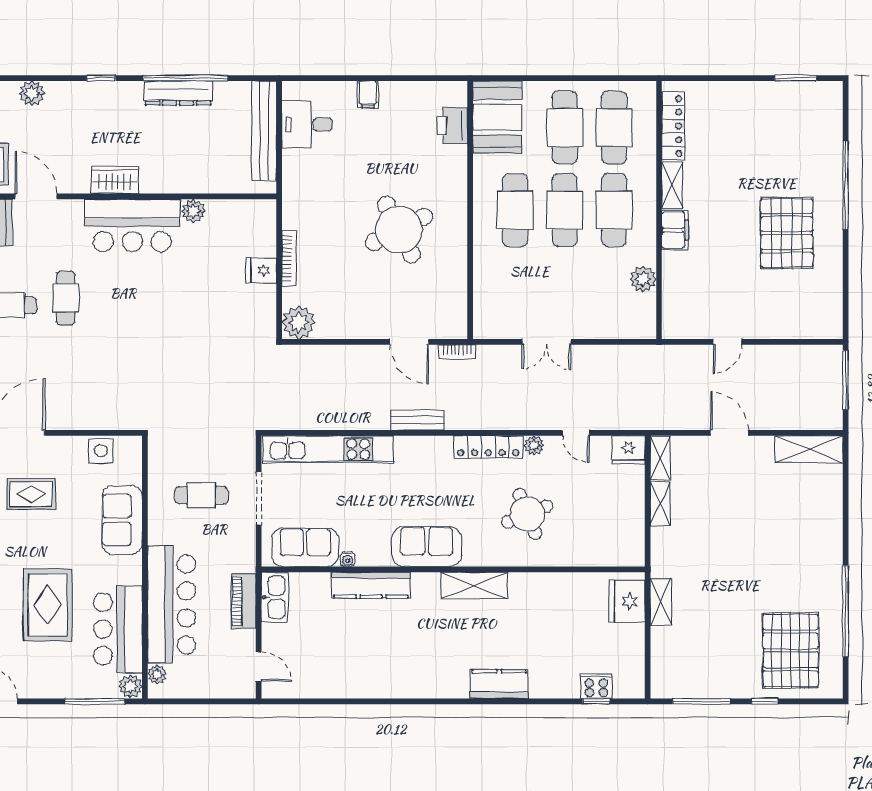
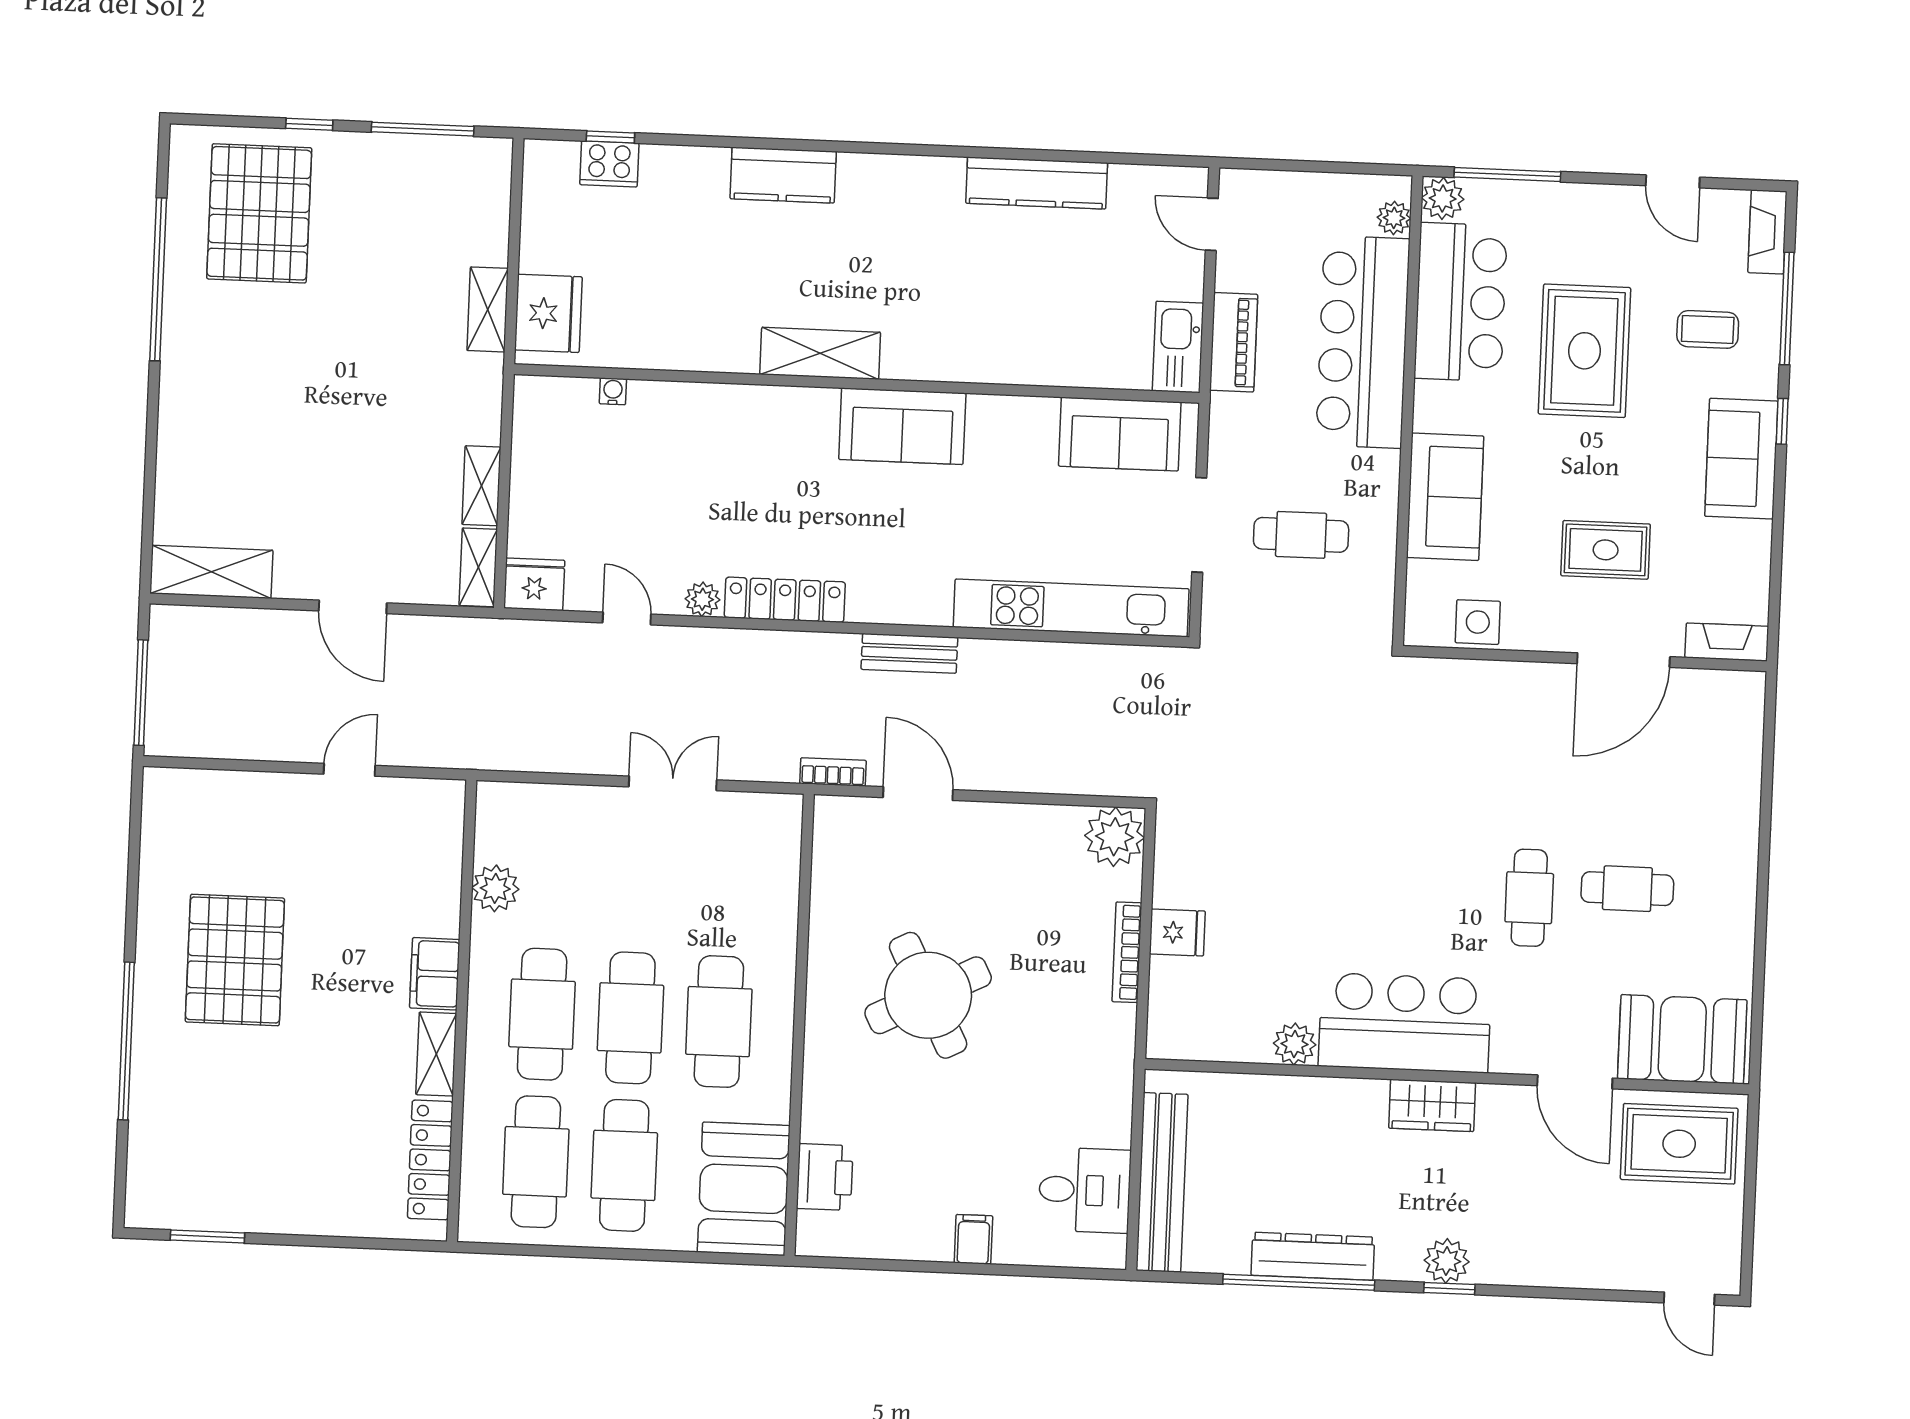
plant: (32, 93) -> (1447, 1261), moved
round table: (527, 514) -> (720, 477), removed
water cooler: (348, 559) -> (613, 391), moved
kitchen counter: (371, 585) -> (1037, 183), moved, turned 180

